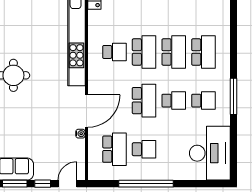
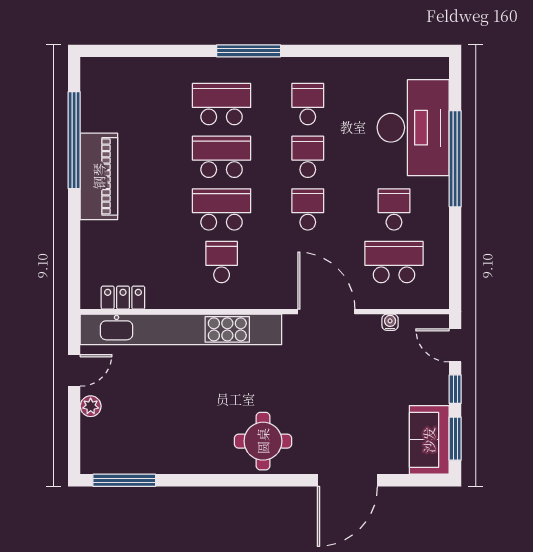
window: (233, 96) -> (249, 51), moved
school desk: (144, 101) -> (308, 209), width x0.54
water cooler: (80, 134) -> (390, 322), moved
desk: (210, 153) -> (413, 128), moved, turned 90
window: (146, 184) -> (455, 159), moved

